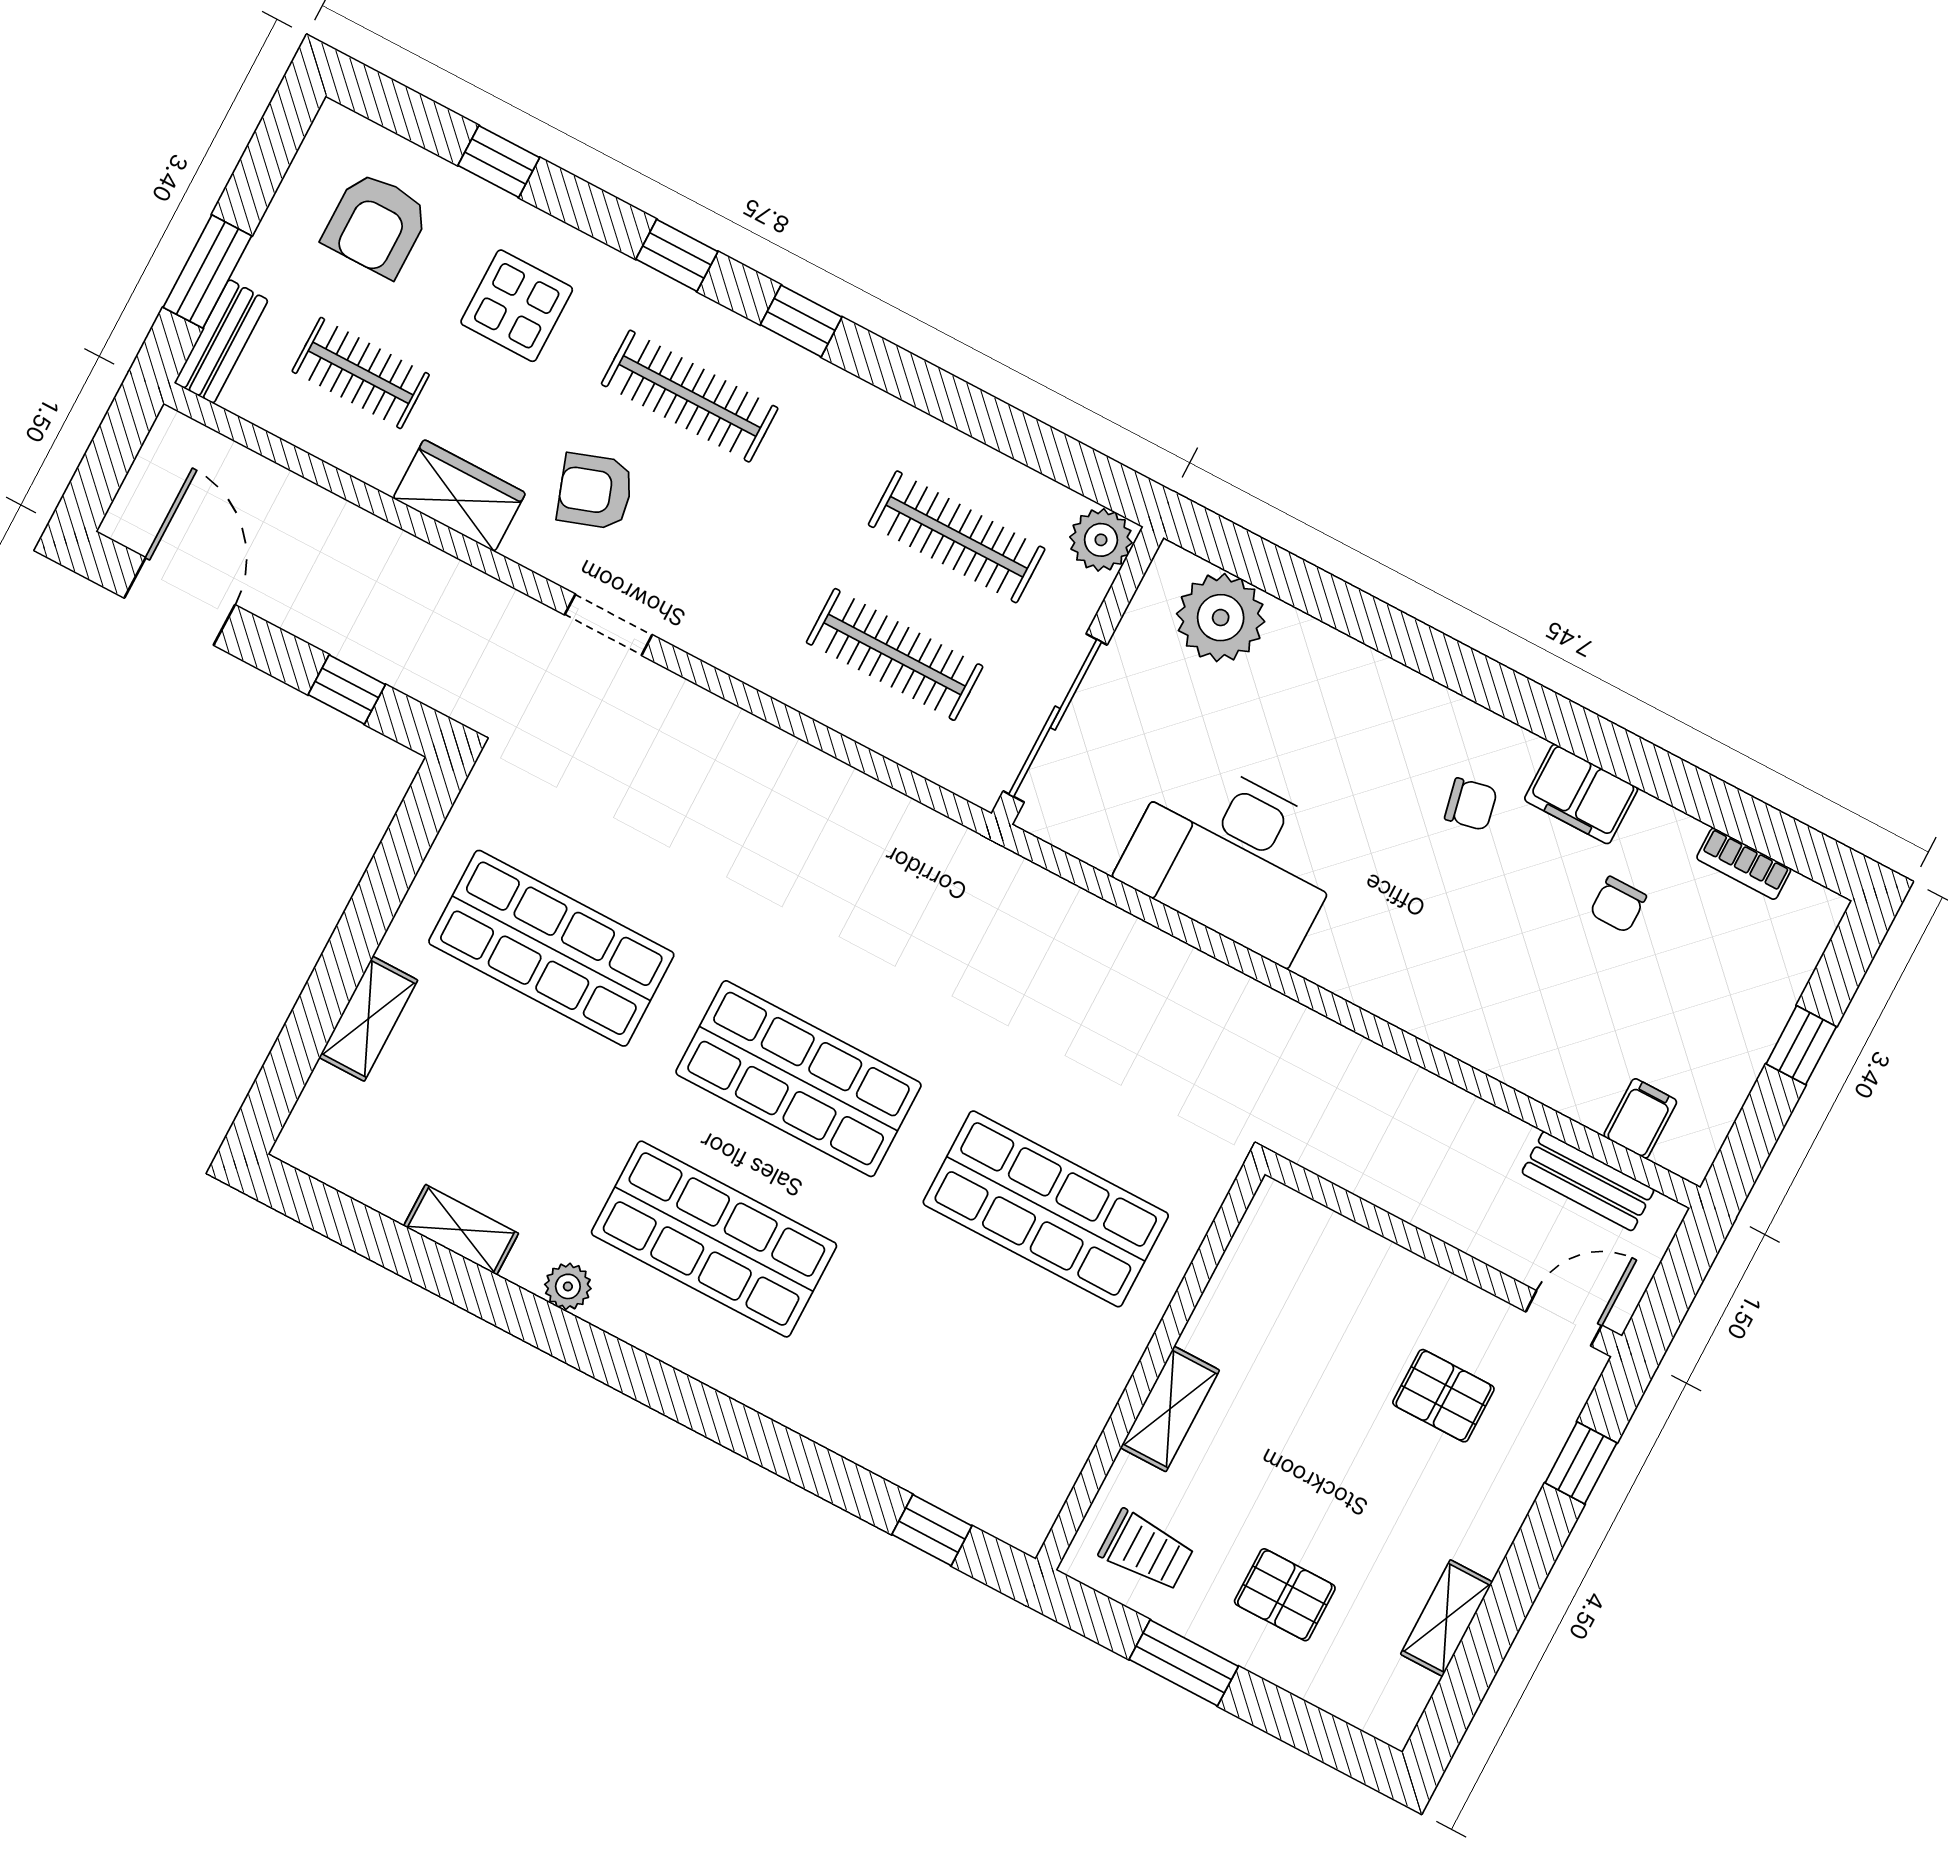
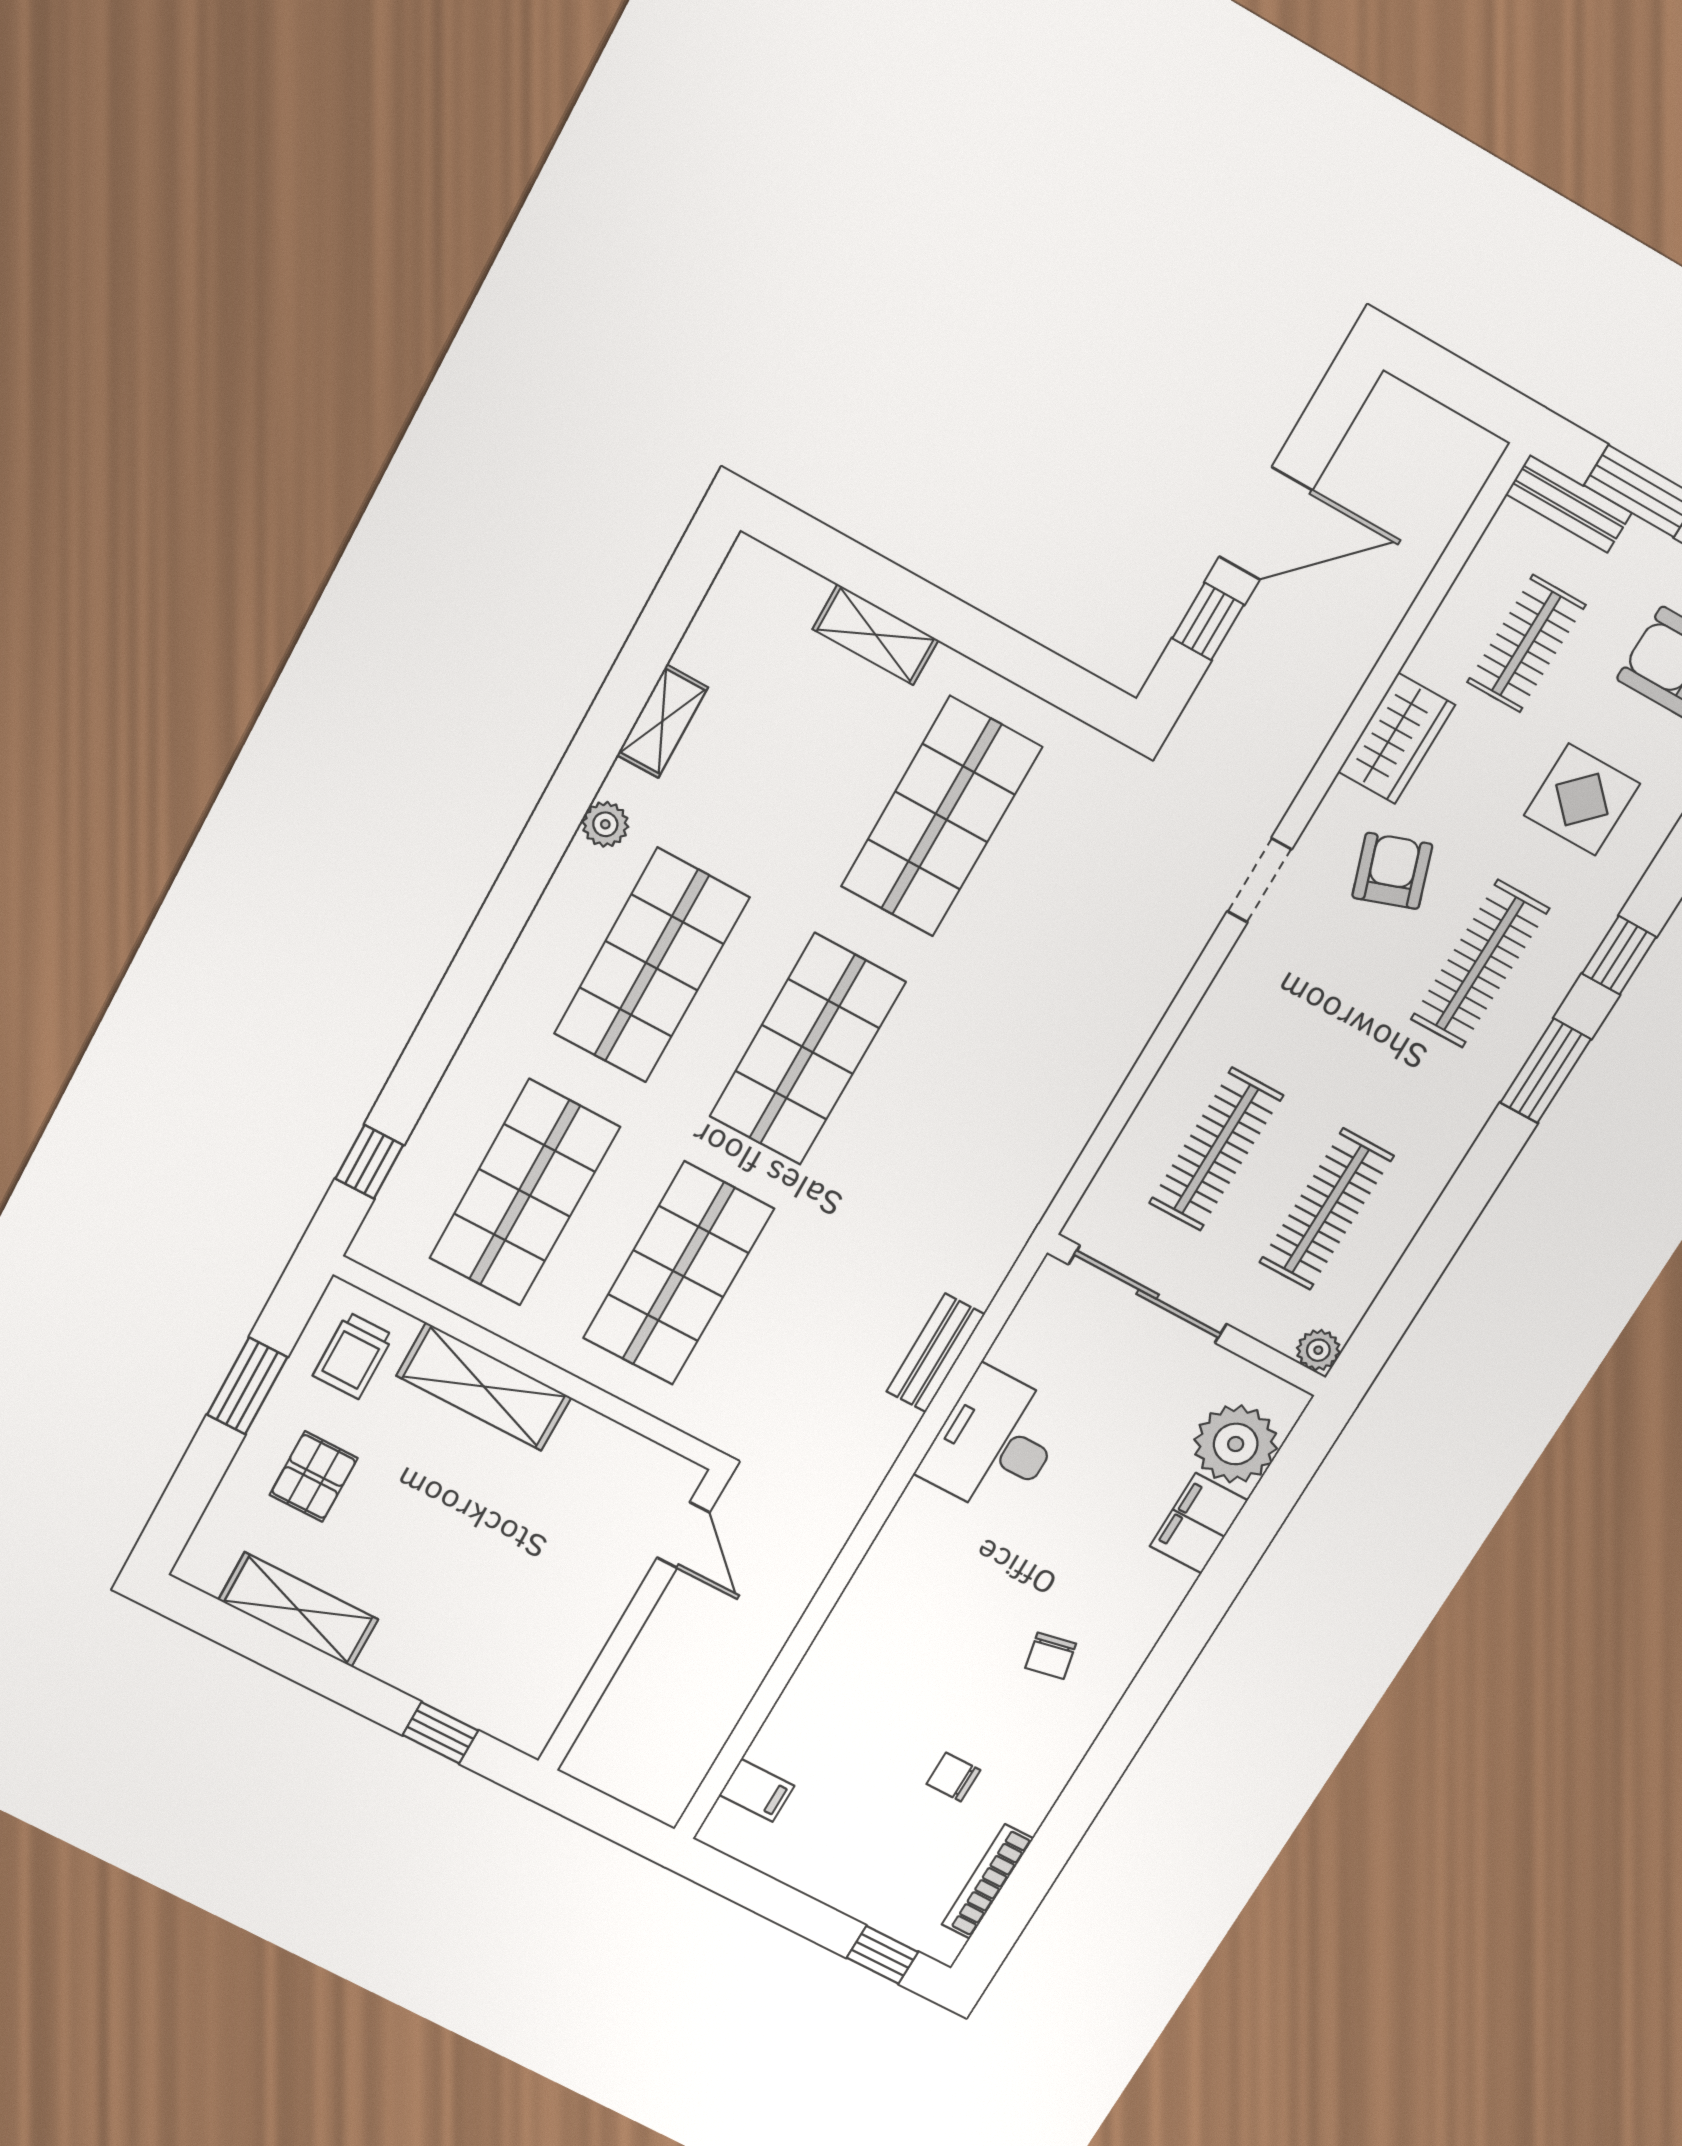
window: (801, 321) -> (1546, 1071), width x1.50
plant: (1101, 540) -> (1318, 1350), width x0.73, depth x0.73
door: (180, 601) -> (1266, 523), moved
filing cabinet: (1581, 794) -> (1199, 1523), moved
desk: (1234, 858) -> (994, 1443), width x0.73, depth x0.77
bookcase: (1744, 864) -> (987, 1882), width x1.56
window: (1801, 1045) -> (882, 1955), moved
bench: (1588, 1181) -> (936, 1353), moved
door: (1564, 1318) -> (683, 1535), moved
shop shelf: (961, 1369) -> (524, 1193), added
pallet: (1443, 1396) -> (502, 1618), removed
shelving: (1170, 1409) -> (484, 1387), width x1.50, depth x1.33
shelving: (1447, 1618) -> (298, 1610), width x1.50, depth x1.33

